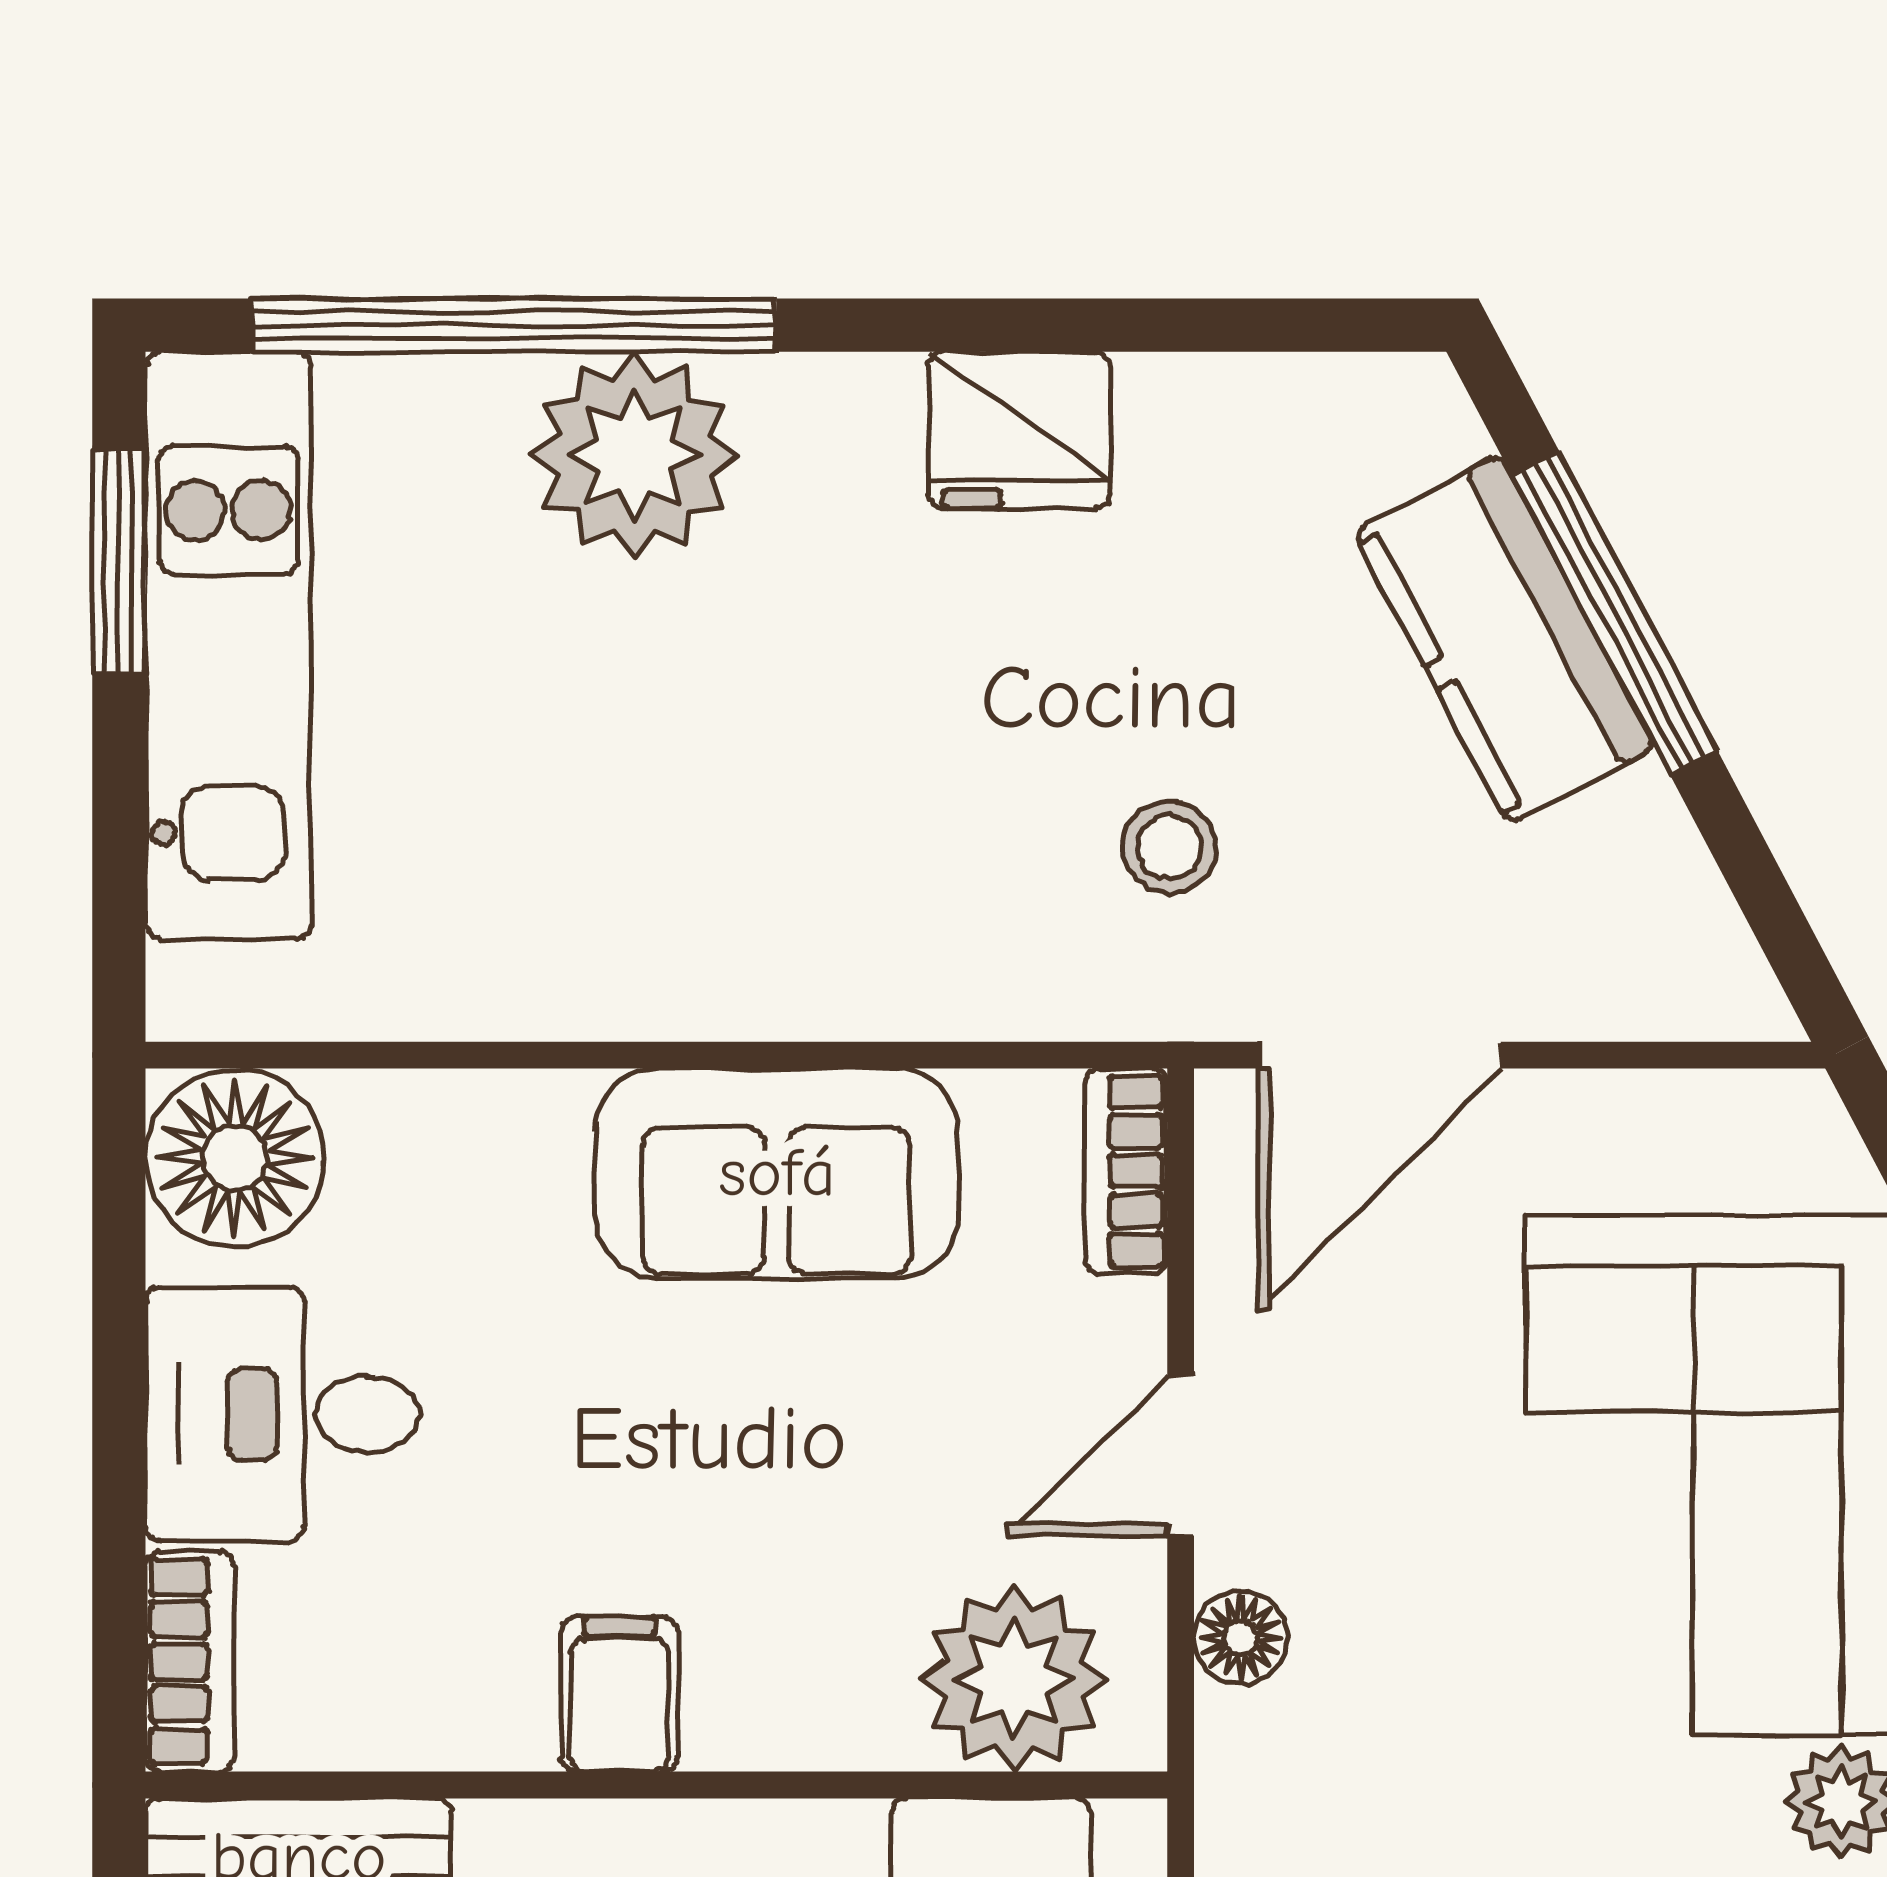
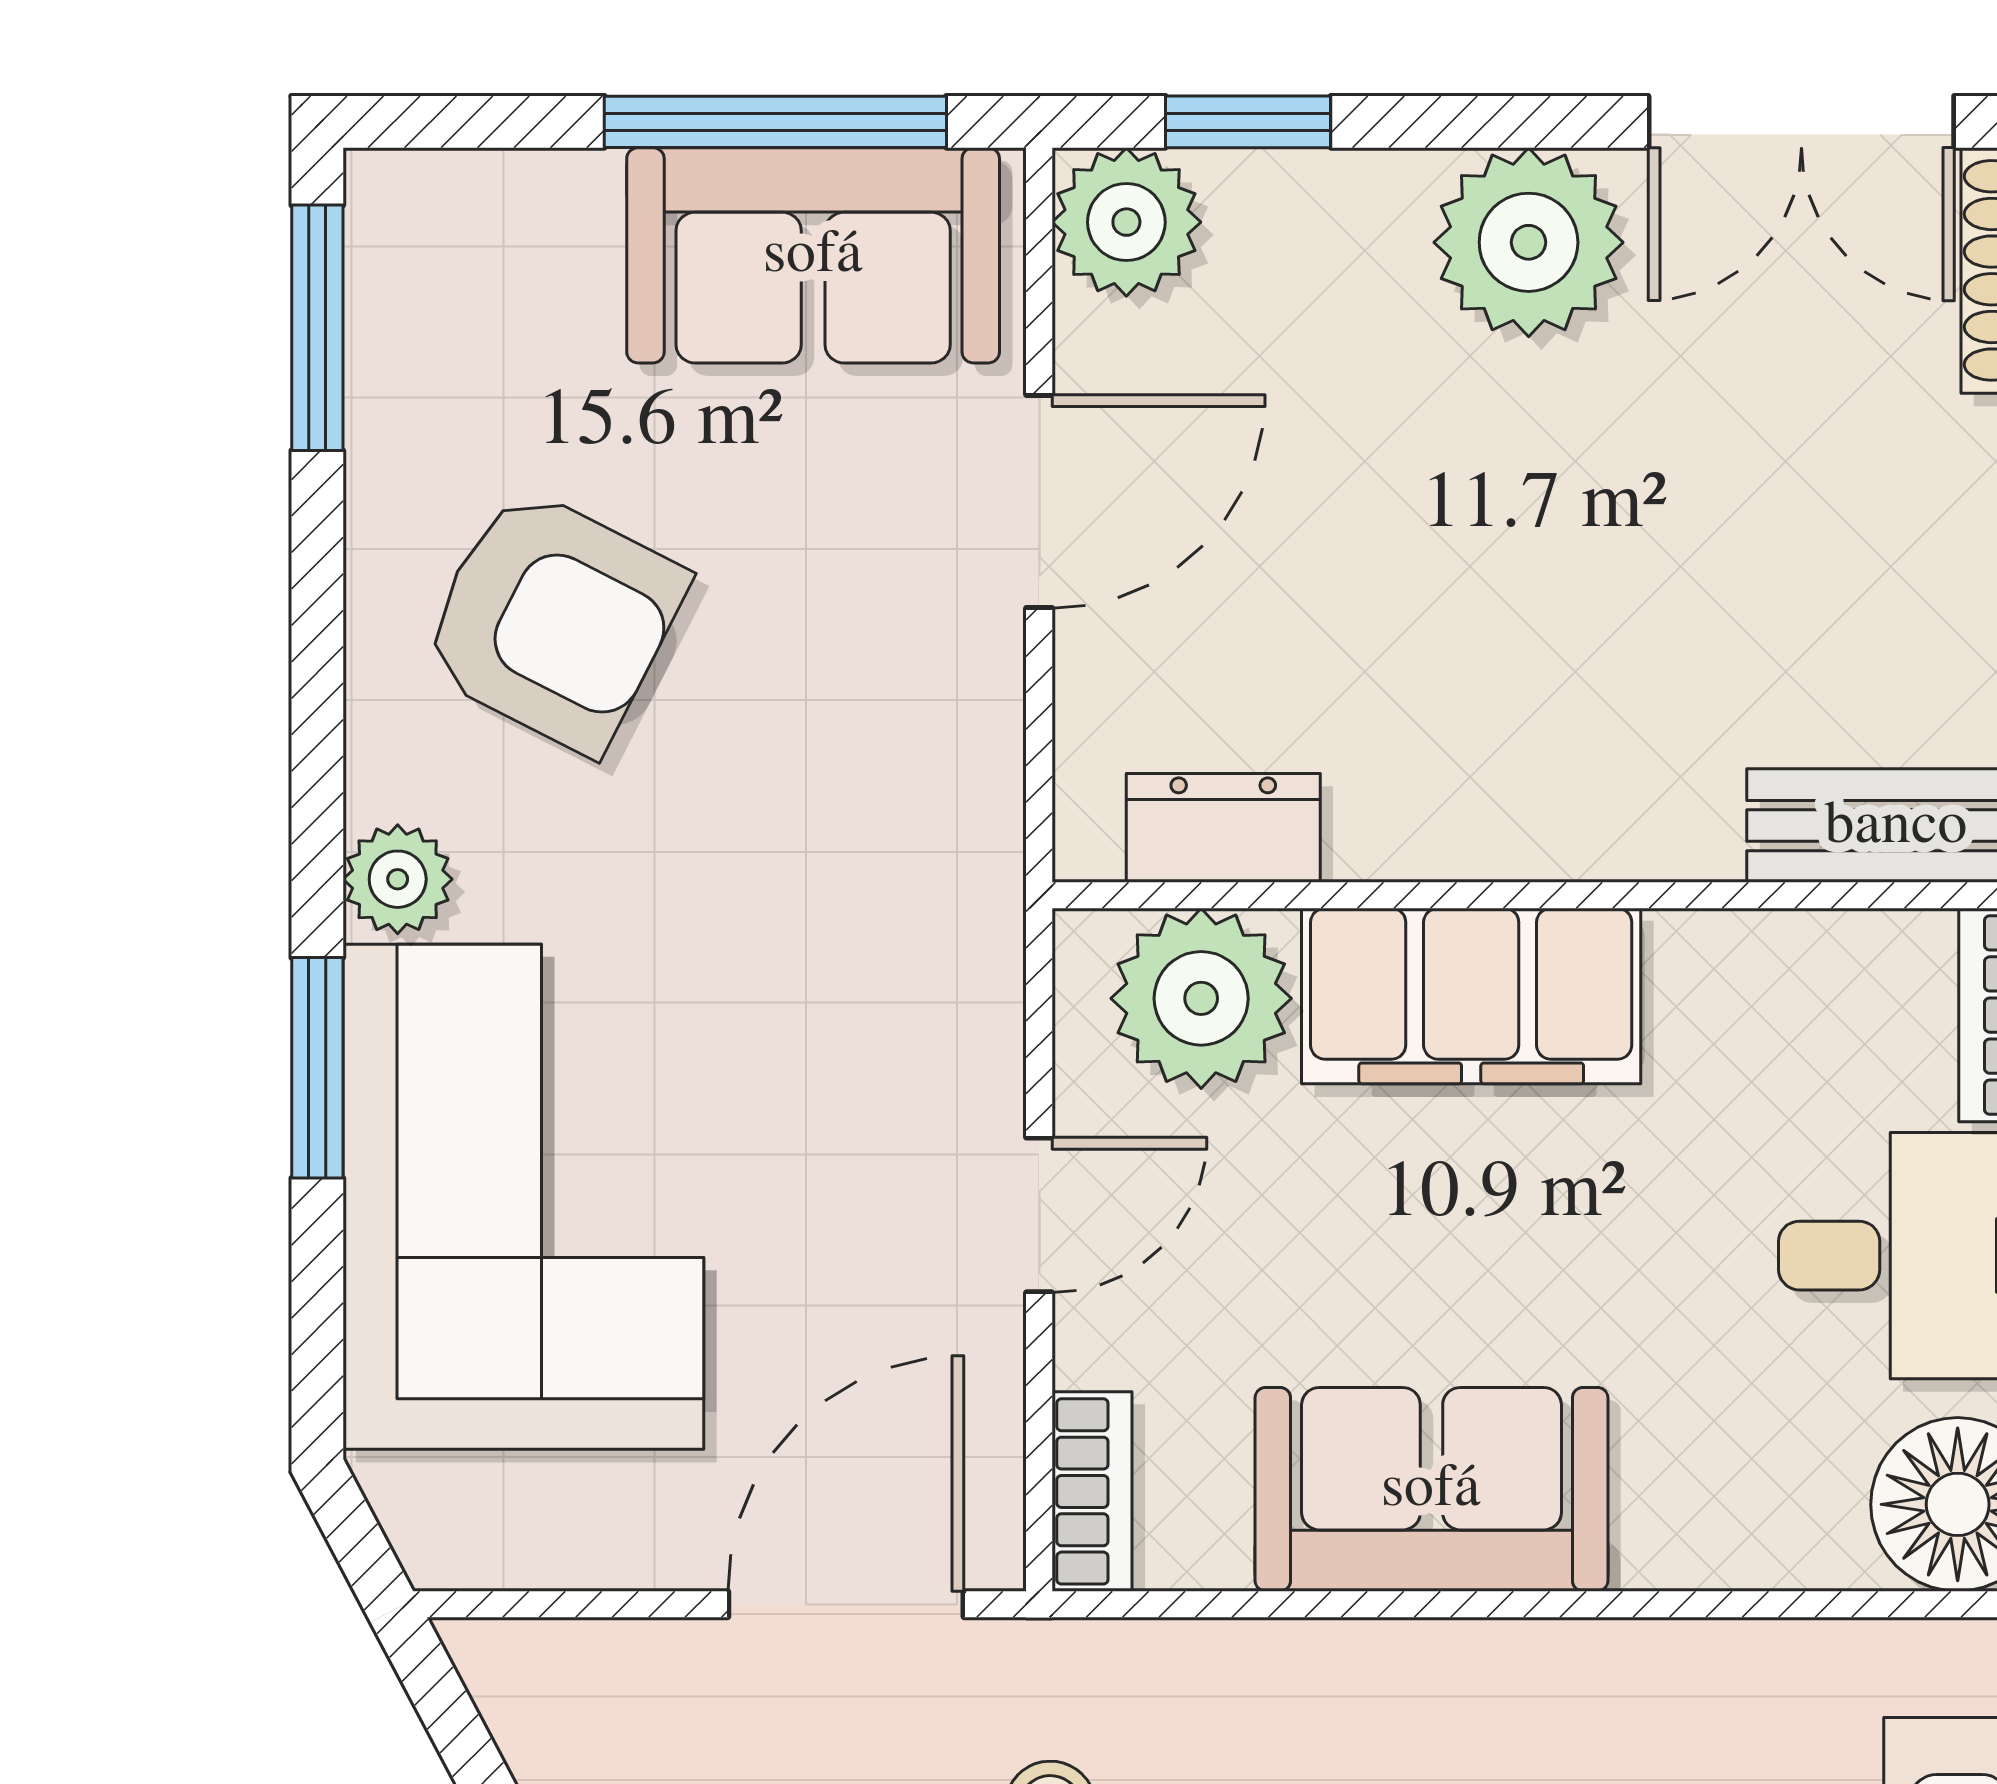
floor lamp: (1241, 1638) -> (981, 1038), removed
filing cabinet: (619, 1694) -> (1471, 996), width x3.00, depth x1.17

